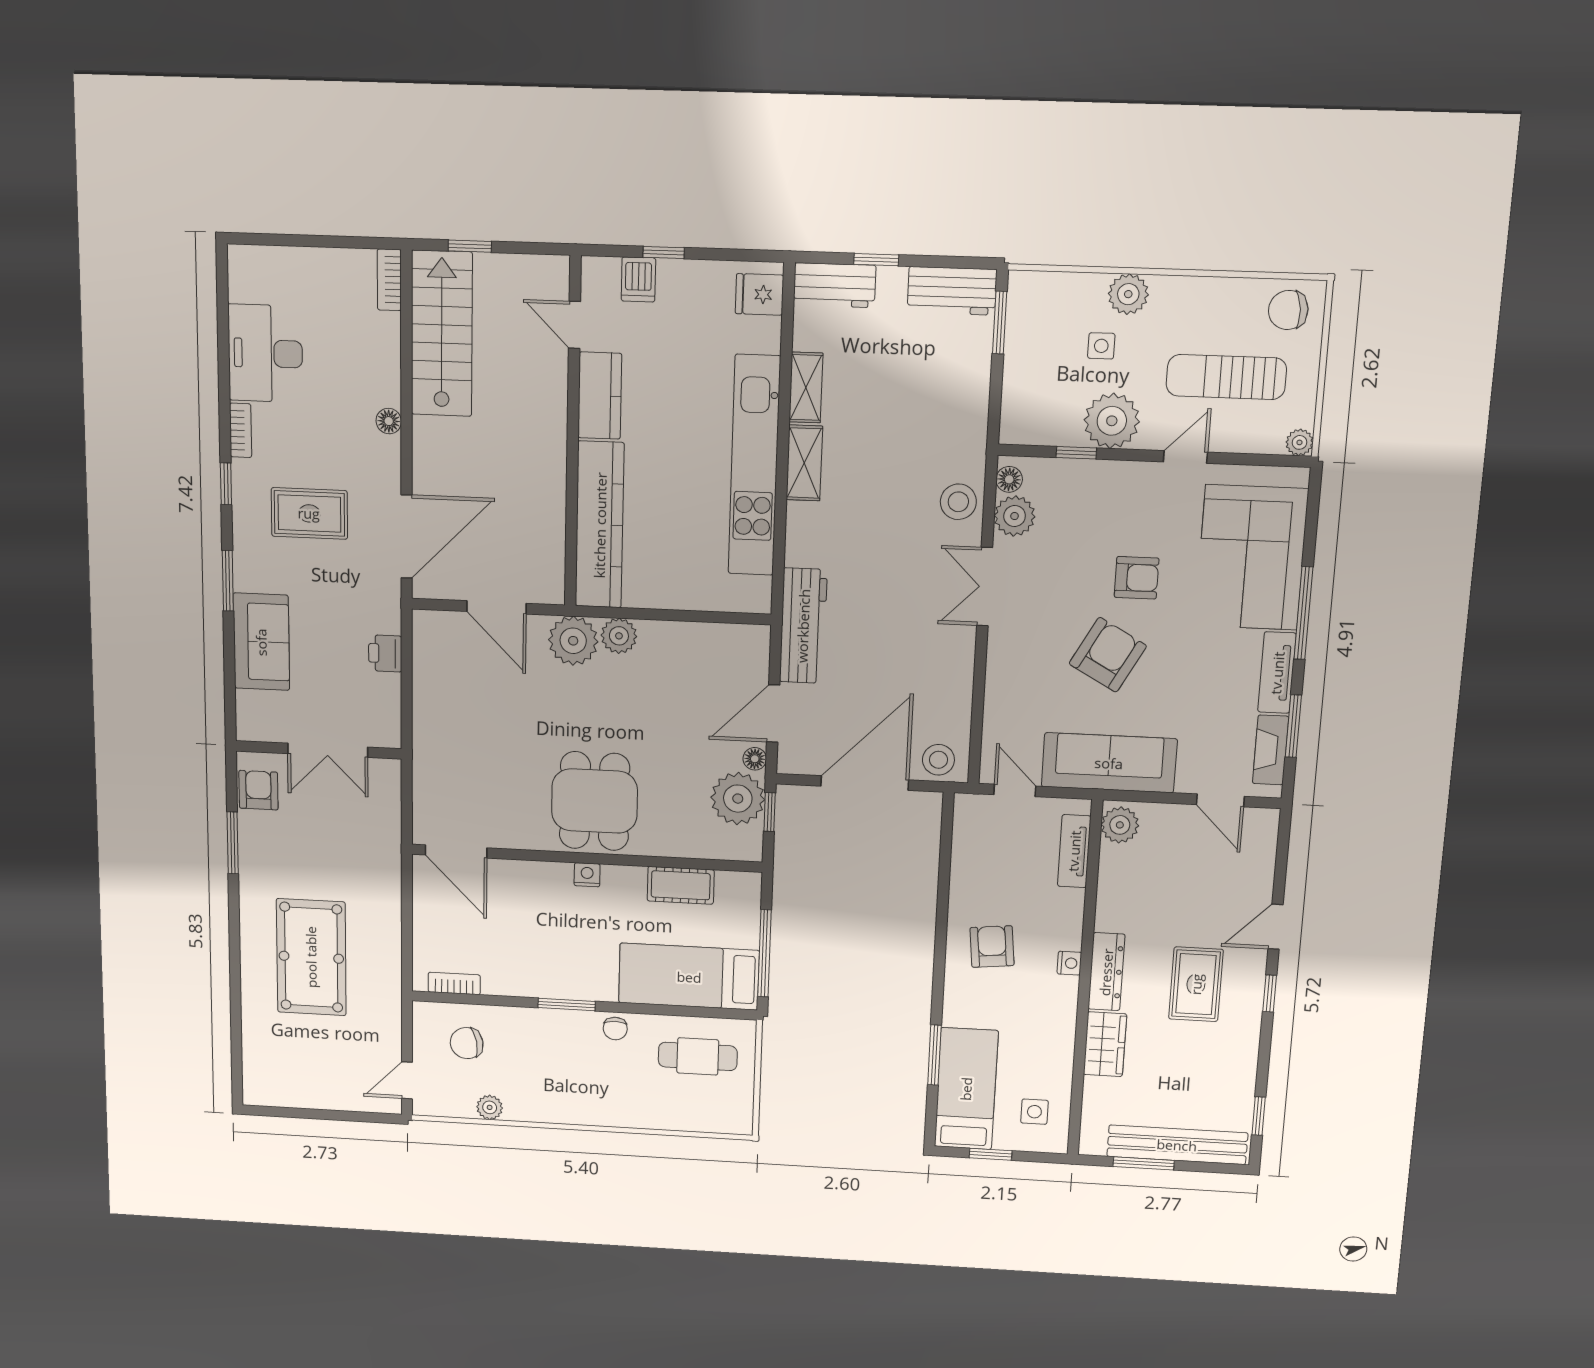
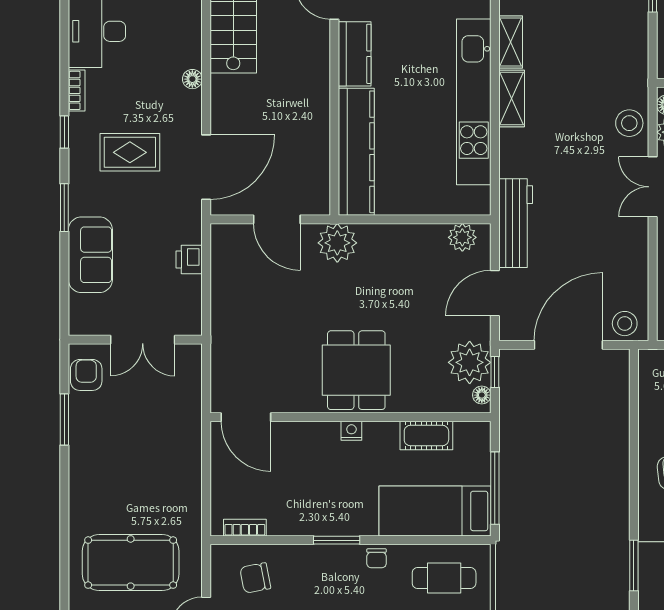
plant: (619, 636) -> (462, 237), moved
floor lamp: (755, 759) -> (482, 395), moved
pool table: (311, 957) -> (131, 563), moved, turned 90

